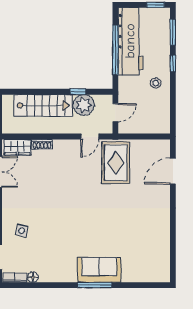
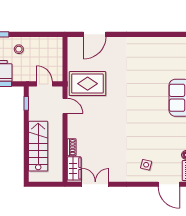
window: (78, 92) -> (26, 103), moved
plant: (84, 105) -> (38, 111), removed
door: (173, 171) -> (95, 34), hinge flipped

